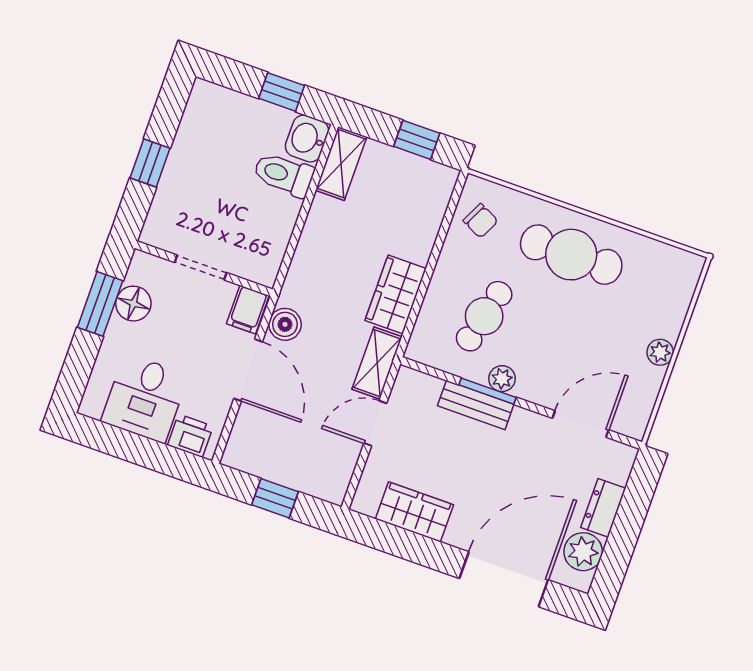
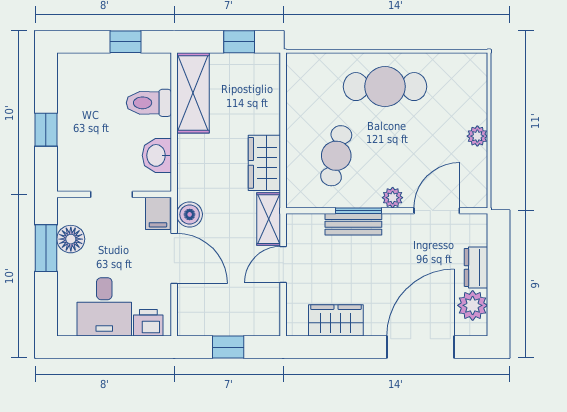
washbasin: (307, 139) -> (157, 155), moved
shelving: (341, 164) -> (193, 93), width x1.50, depth x1.33
chair: (481, 221) -> (308, 85), removed
plant: (502, 379) -> (393, 198), moved

